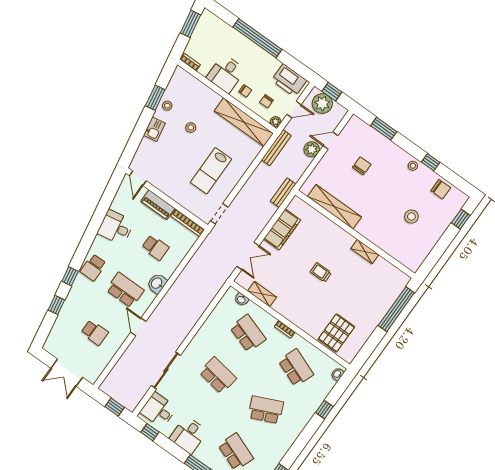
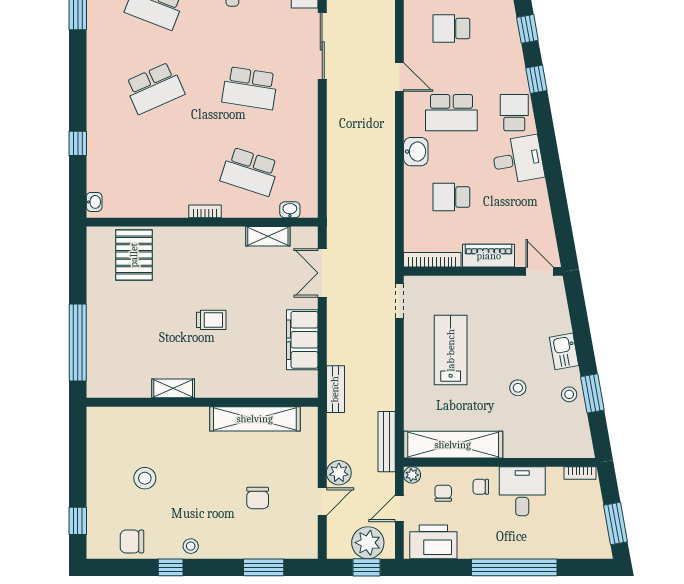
desk: (116, 227) -> (518, 160), moved
school desk: (296, 368) -> (154, 171), removed

